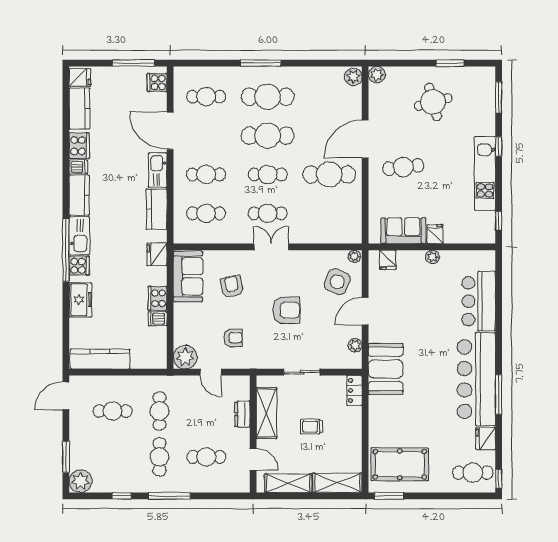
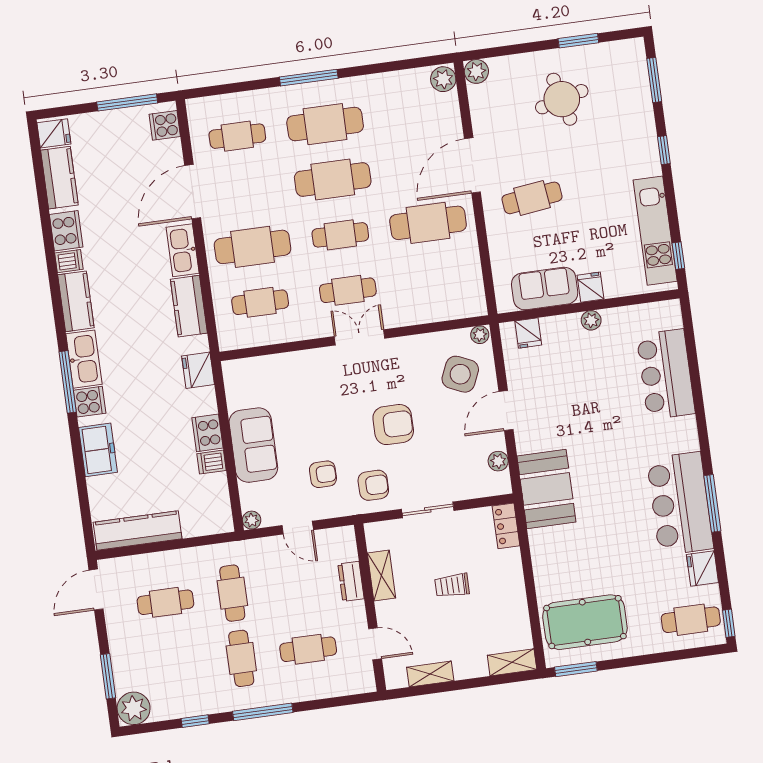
door: (170, 131) -> (193, 192), hinge flipped
kitchen unit: (485, 173) -> (655, 231), moved
cafe table: (206, 174) -> (253, 247), width x1.37, depth x1.35
window: (66, 250) -> (68, 382), width x0.68
sofa: (188, 276) -> (253, 445), moved
armchair: (232, 287) -> (373, 485), moved, turned 101
plant: (185, 357) -> (252, 520), width x0.53, depth x0.53
bar counter: (476, 379) -> (680, 504), width x0.73
shelving: (266, 413) -> (381, 576), width x0.67, depth x0.75
shelving: (288, 483) -> (430, 674), width x0.67, depth x0.75
shelving: (337, 483) -> (512, 662), width x0.67, depth x0.75

